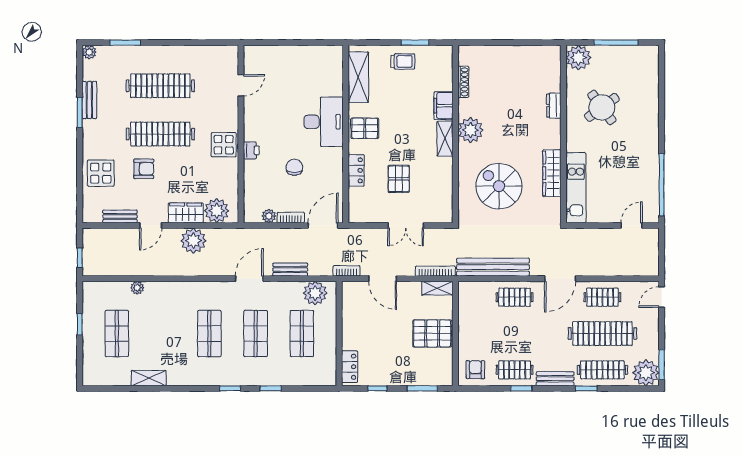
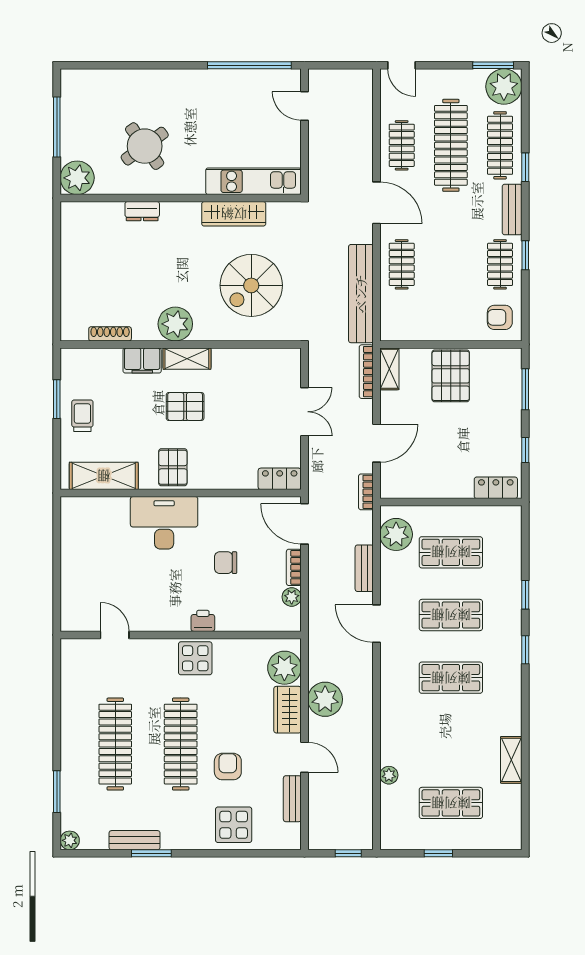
locker: (356, 170) -> (280, 479), moved
pallet: (399, 179) -> (185, 407), moved

